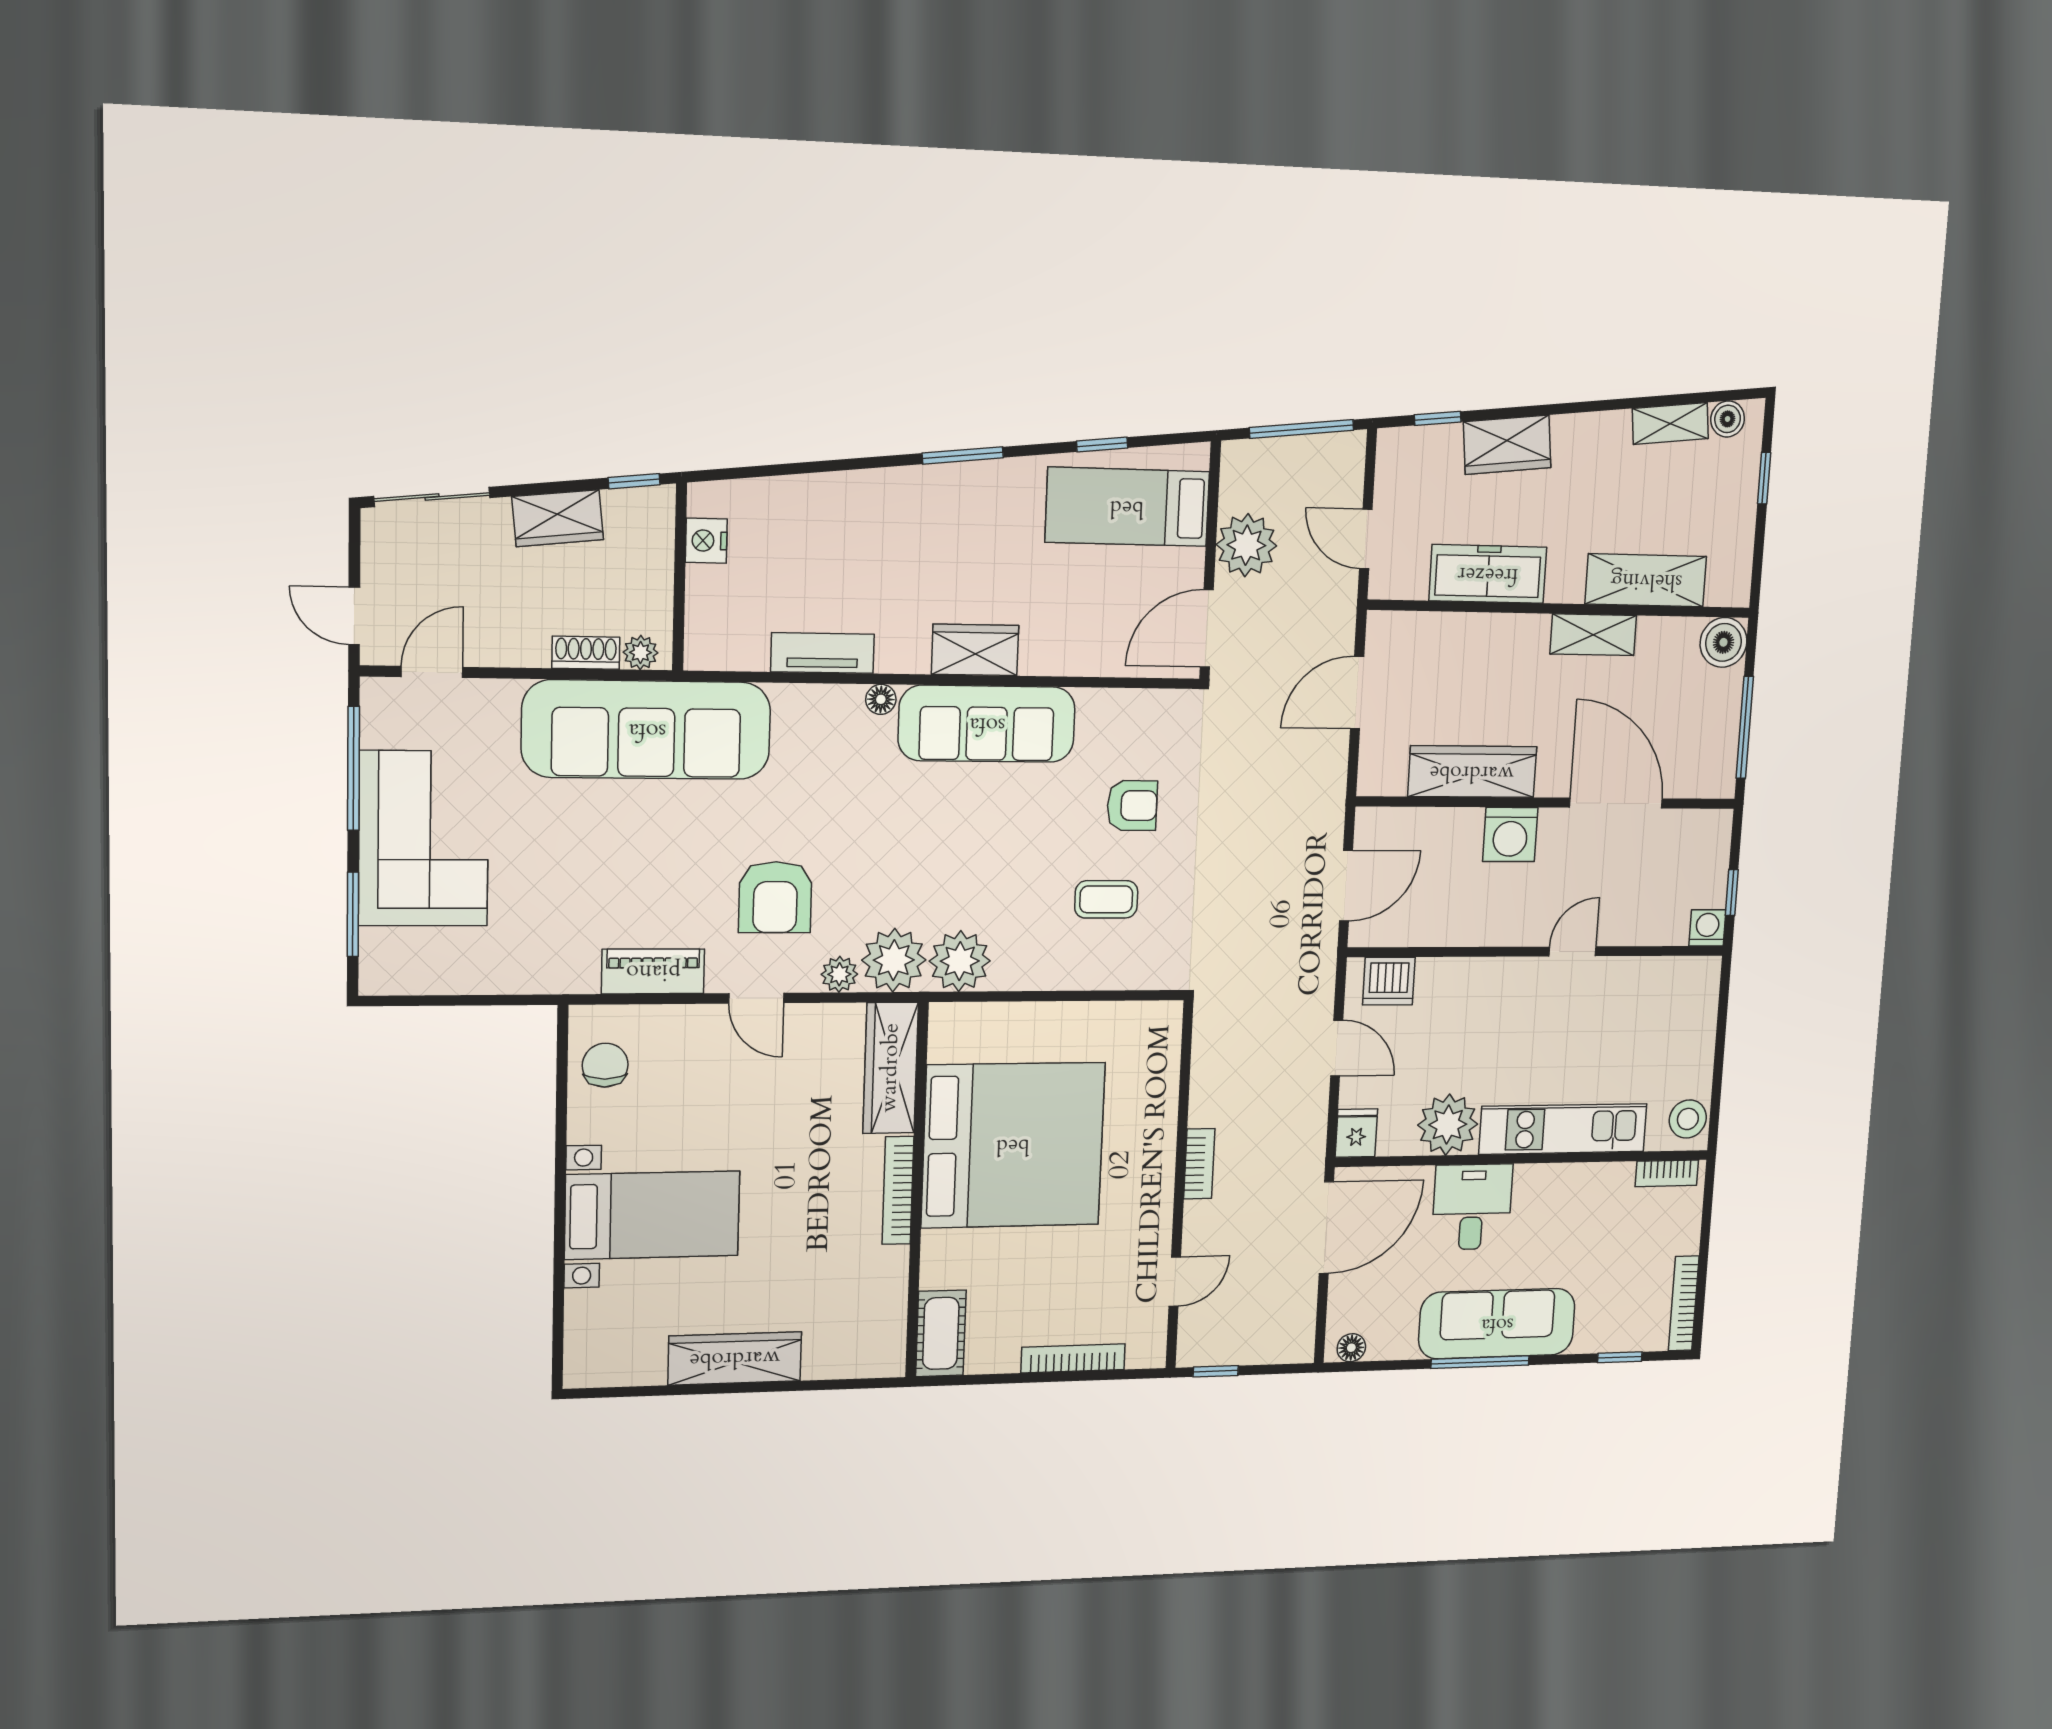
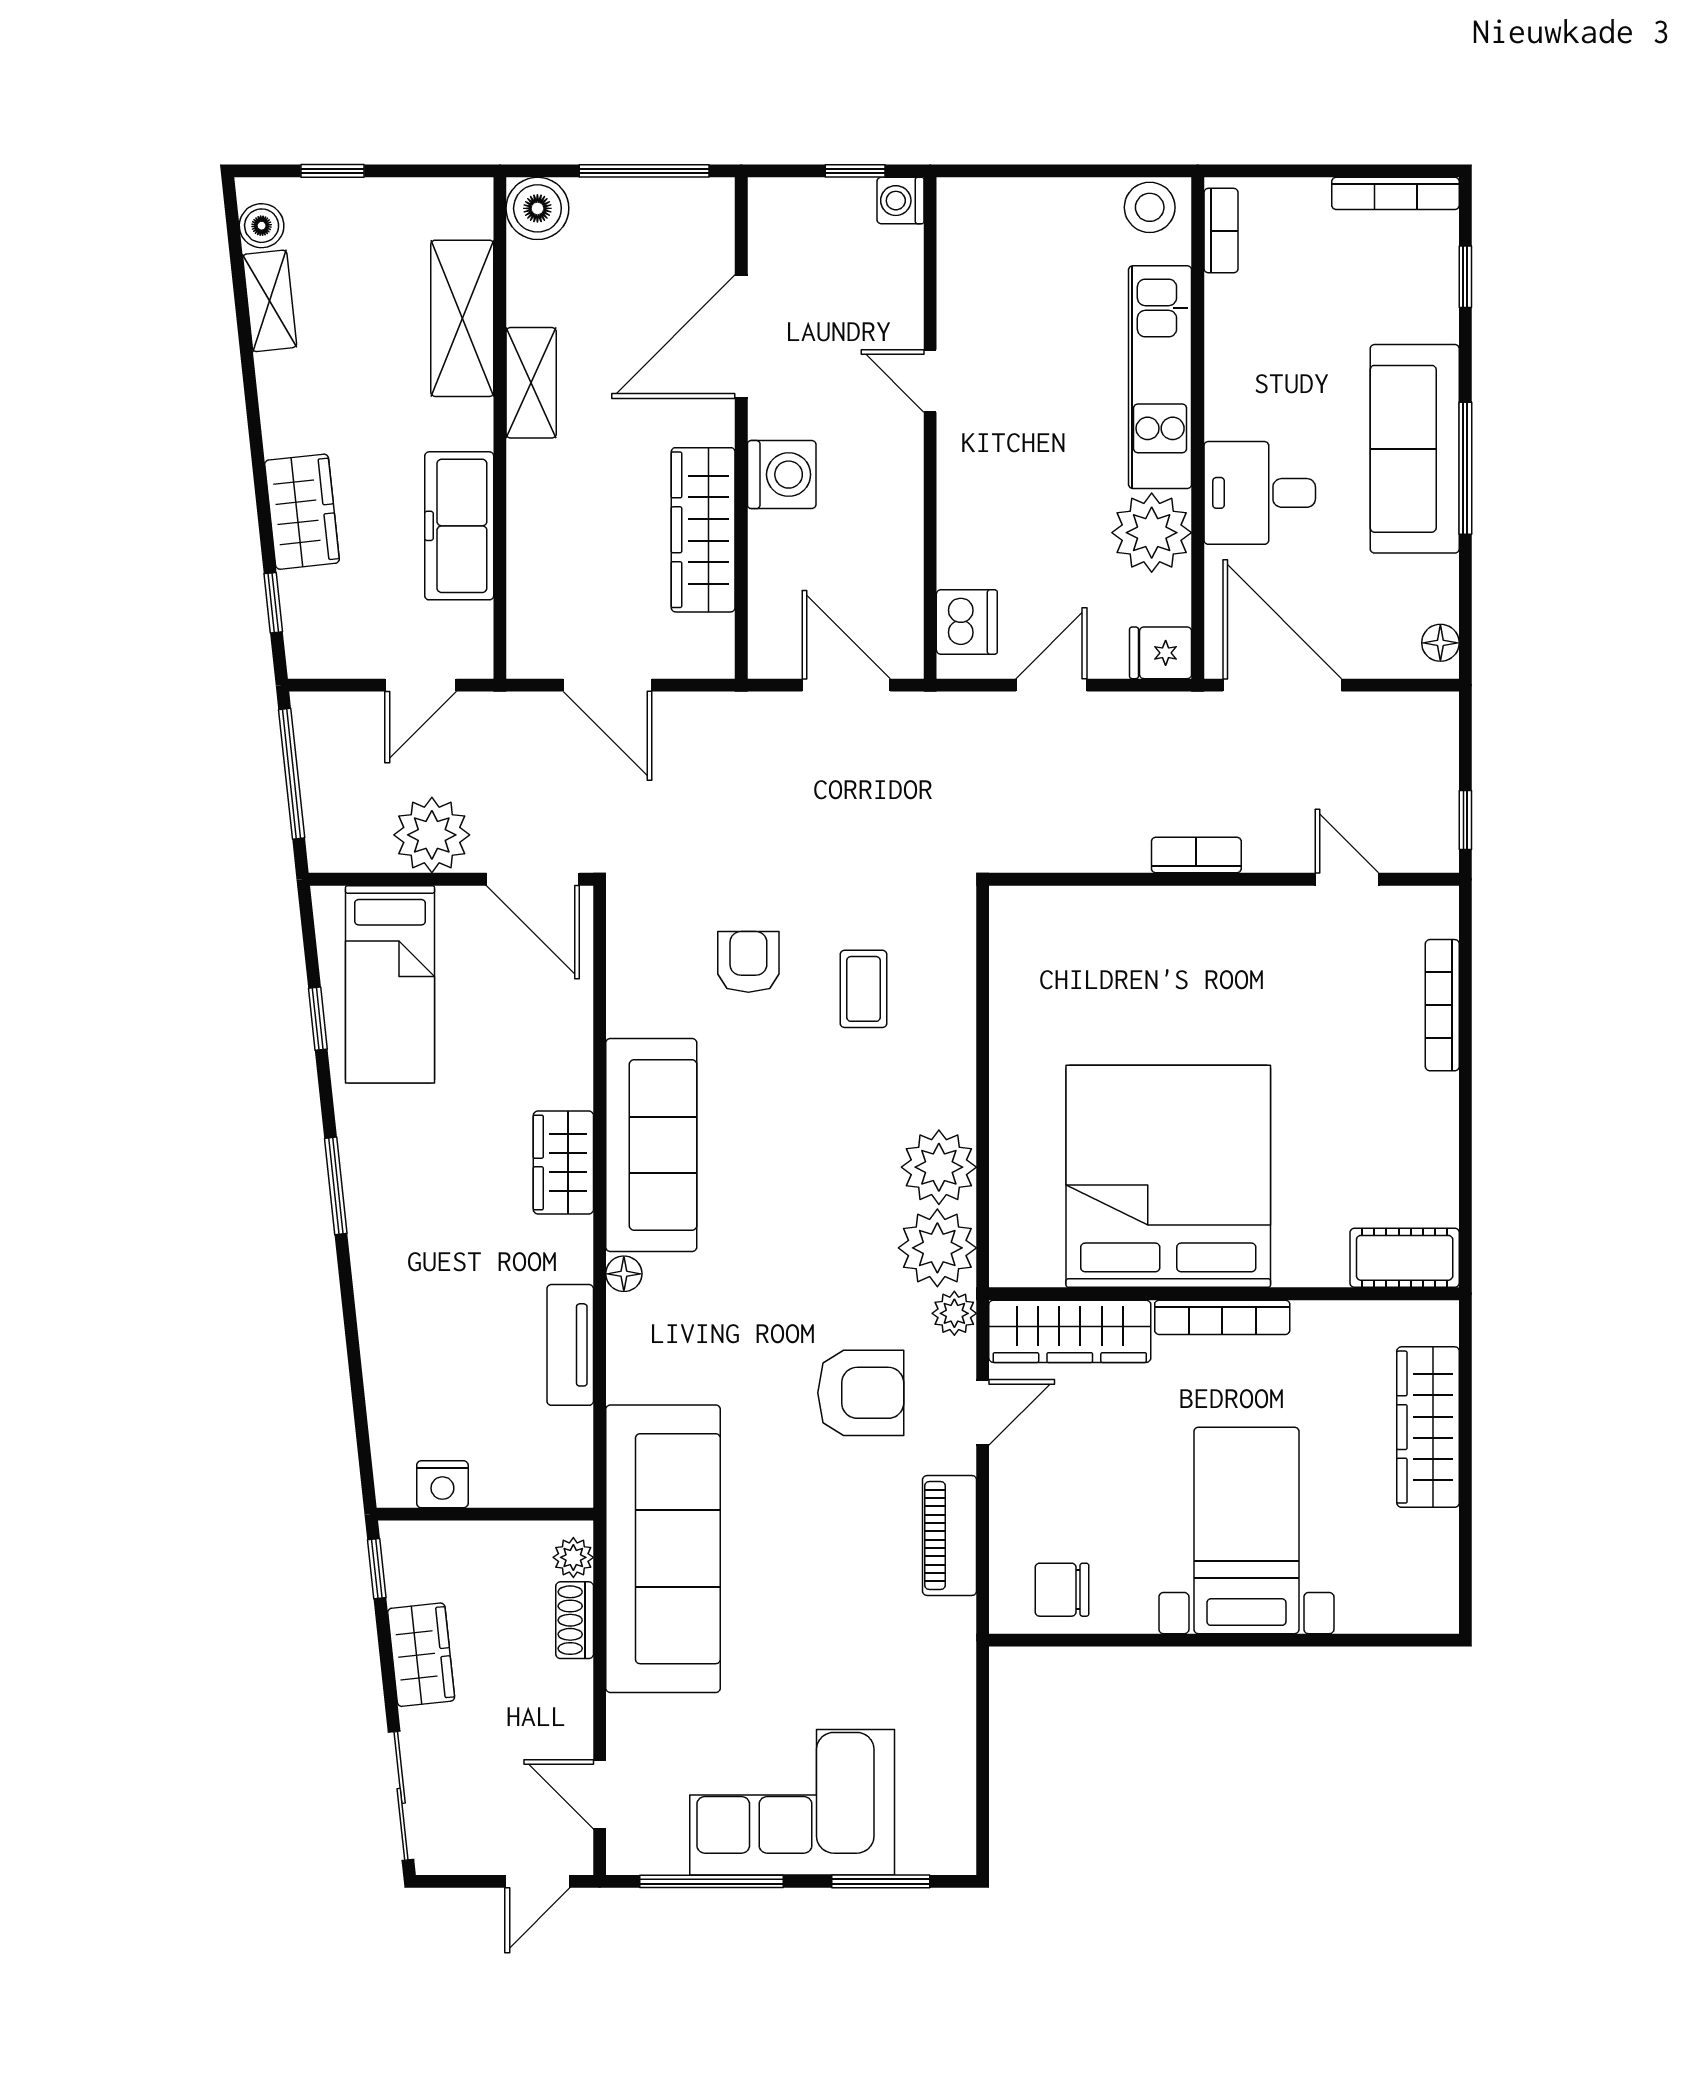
wardrobe: (891, 1068) -> (1070, 1331), moved
bed: (1013, 1145) -> (1168, 1176), moved
bookcase: (898, 1190) -> (1222, 1317), moved
wall: (917, 1191) -> (1224, 1294), moved
cot: (941, 1333) -> (1405, 1258), moved

